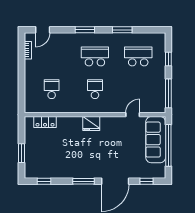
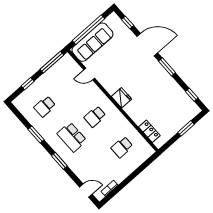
school desk: (138, 56) -> (45, 107), width x0.54

